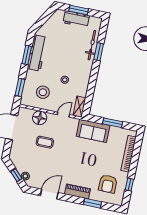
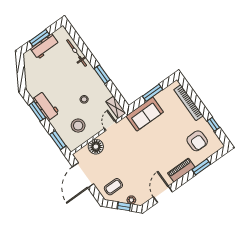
window: (99, 52) -> (102, 74), moved
workbench: (37, 53) -> (46, 106), width x0.73
coffee table: (45, 142) -> (113, 187), moved

